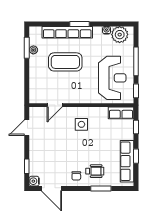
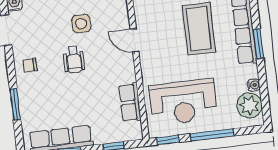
door: (55, 105) -> (135, 40), moved
row of seats: (121, 113) -> (130, 102), moved
side table: (81, 124) -> (81, 24), moved
wheelchair: (95, 171) -> (74, 59), moved

